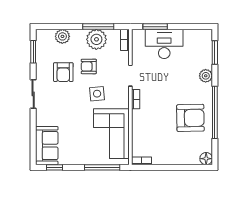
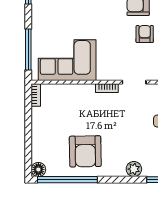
side table: (97, 94) -> (113, 44), removed
window: (215, 112) -> (67, 180), moved

